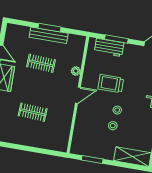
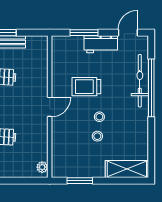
workbench: (109, 47) -> (101, 44), moved
plant: (76, 71) -> (42, 167), moved

